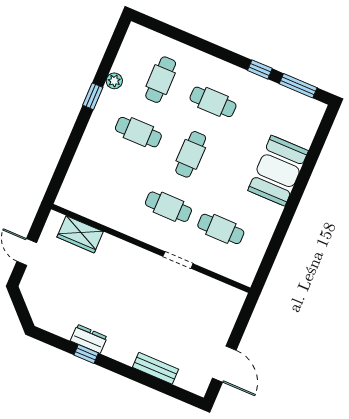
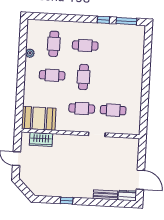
window: (93, 96) -> (22, 65), removed
booth: (278, 171) -> (39, 118), moved, turned 90
dresser: (89, 339) -> (127, 196), moved

